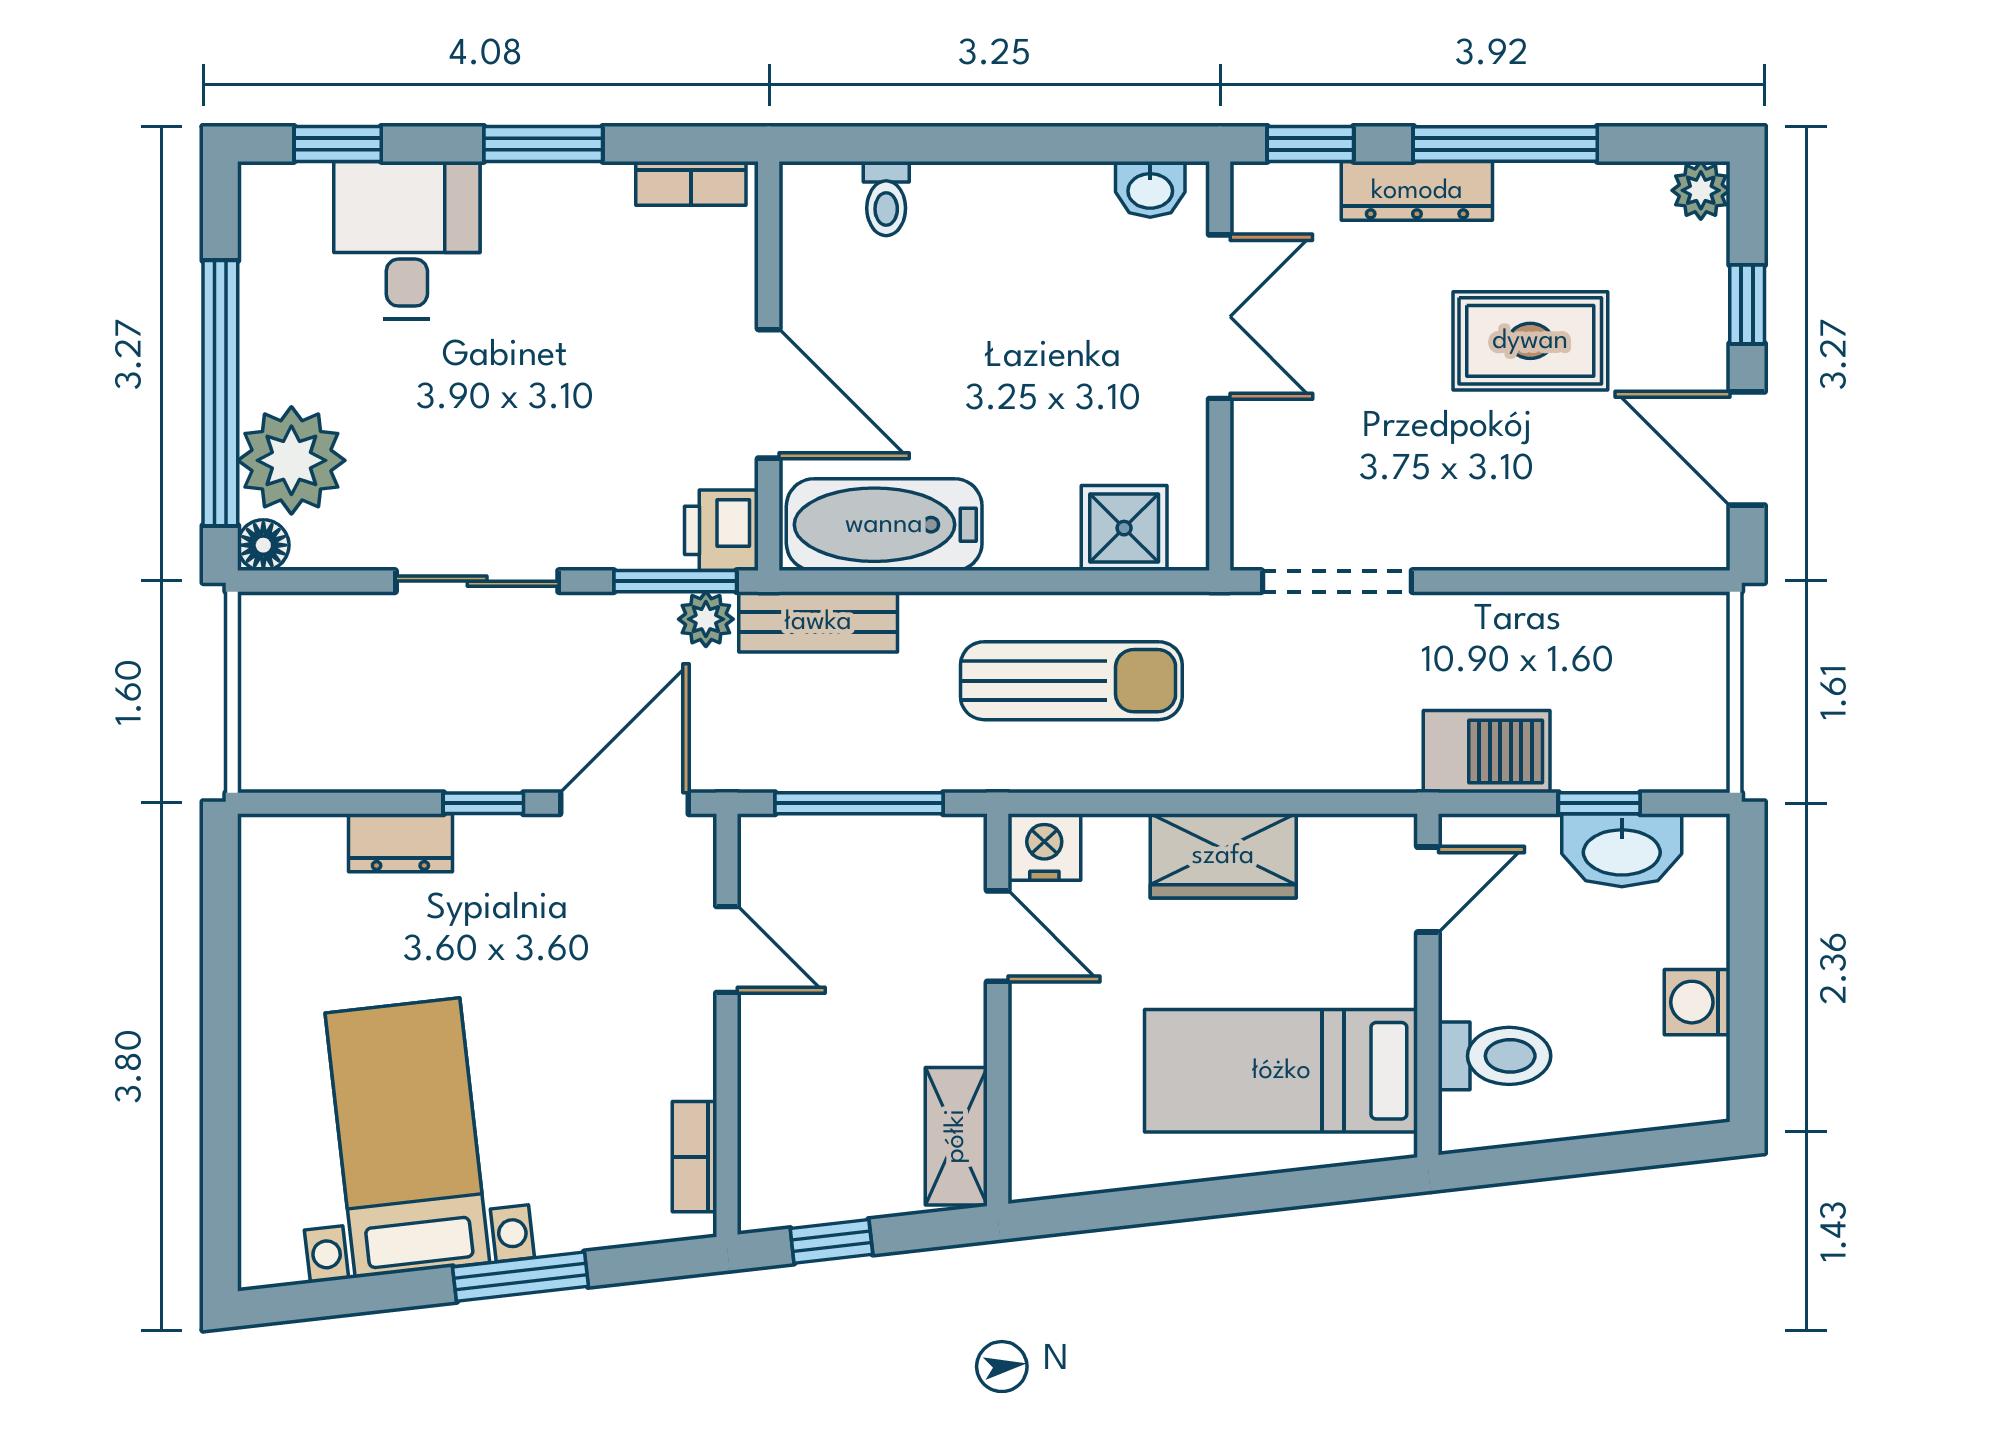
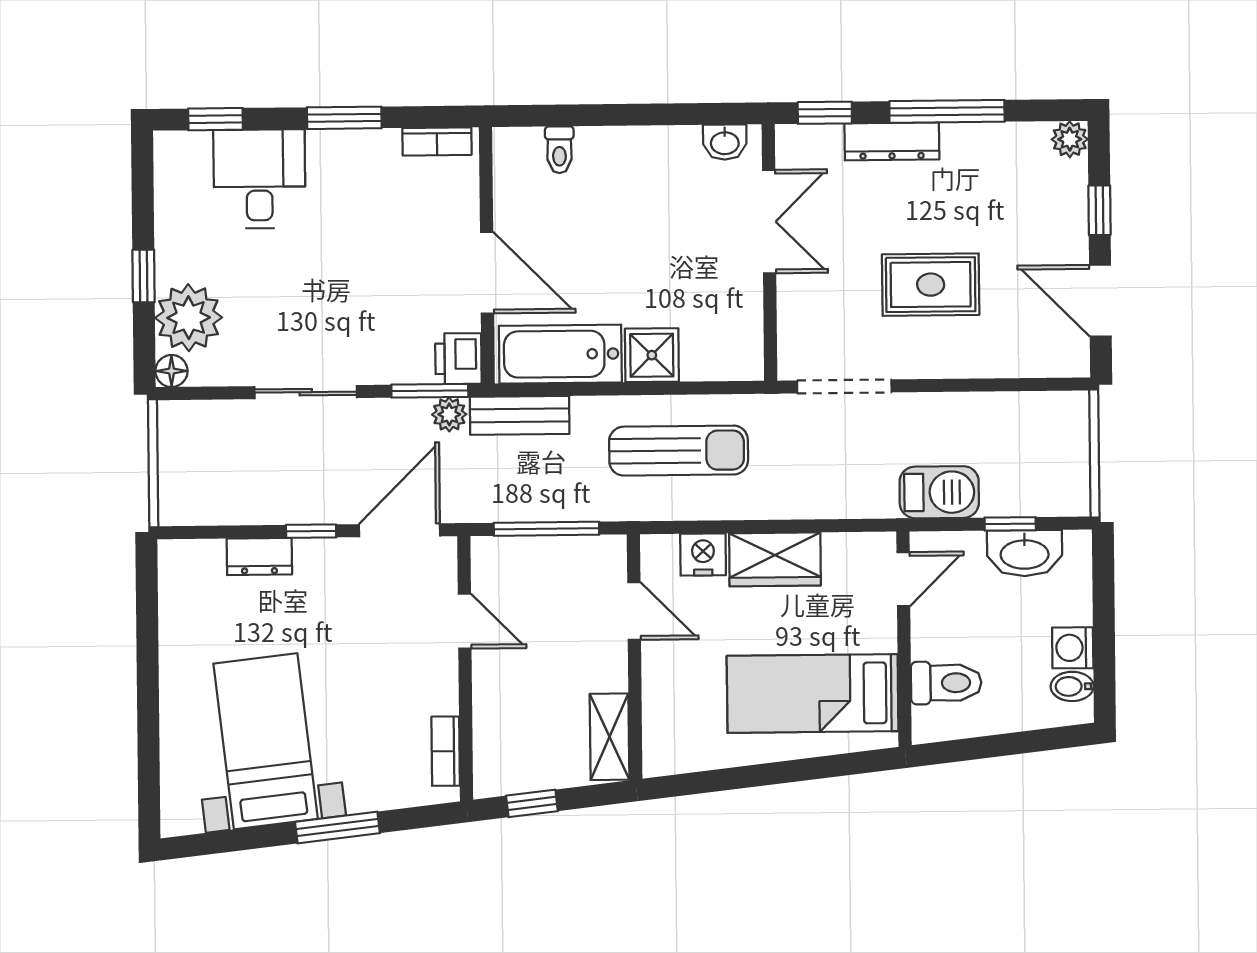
rug: (1530, 341) -> (931, 285), moved
window: (220, 393) -> (144, 276), width x0.32
shower: (1124, 528) -> (652, 355), moved
nightstand: (1044, 847) -> (703, 555), moved
bidet: (1695, 1064) -> (1072, 686), added

